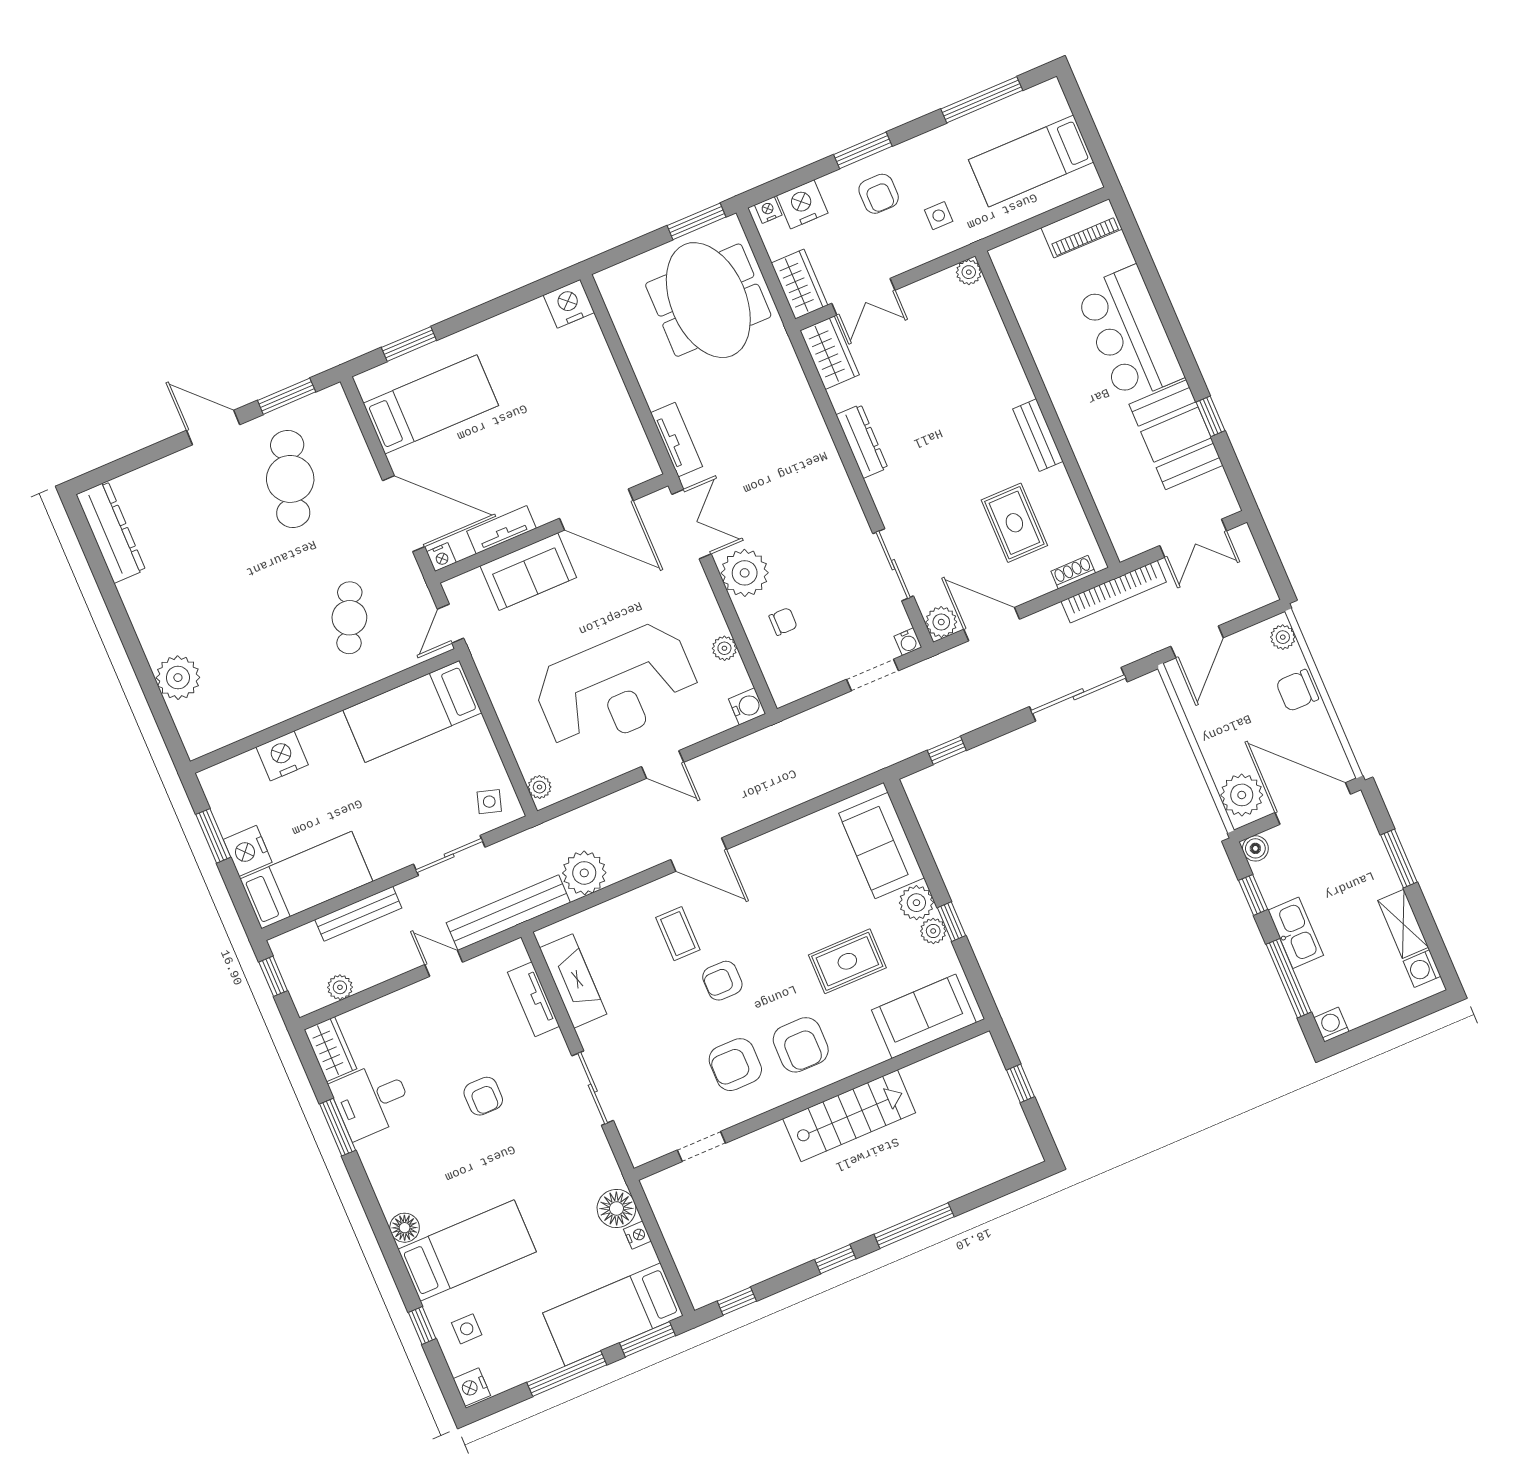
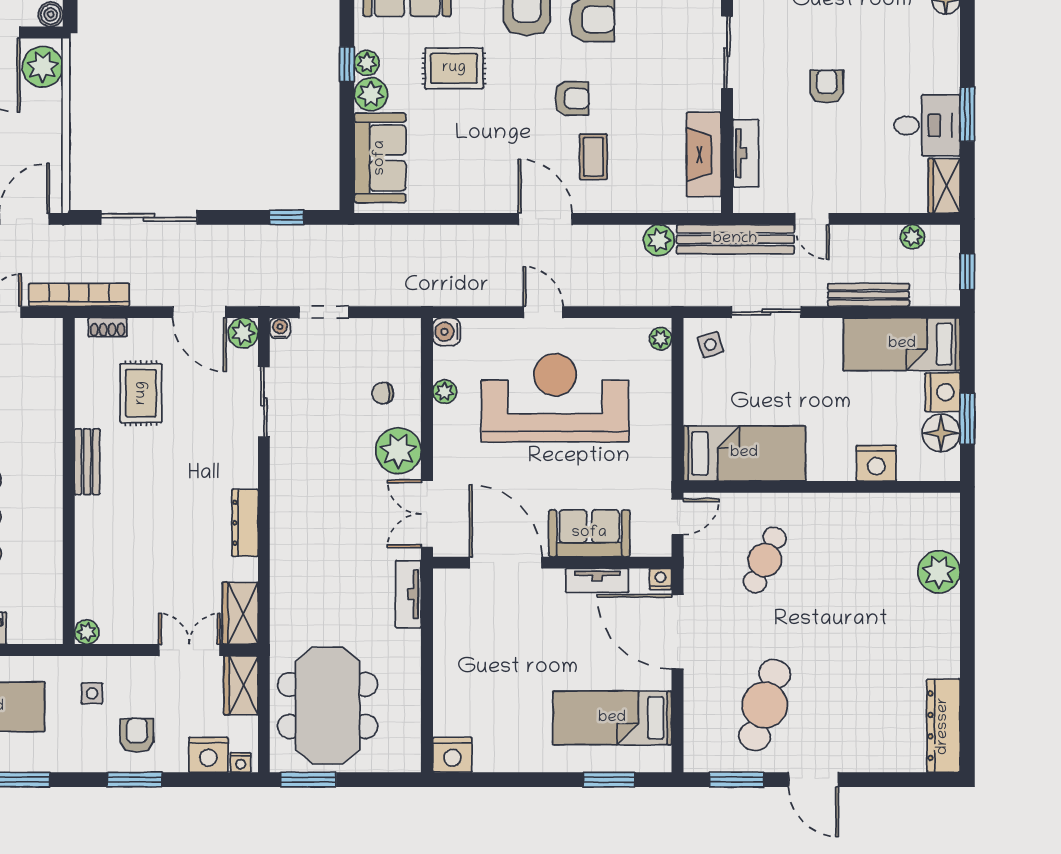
side table: (489, 802) -> (710, 345), turned -35
floor lamp: (233, 811) -> (941, 433), added
plant: (584, 873) -> (659, 240), width x0.73, depth x0.73

